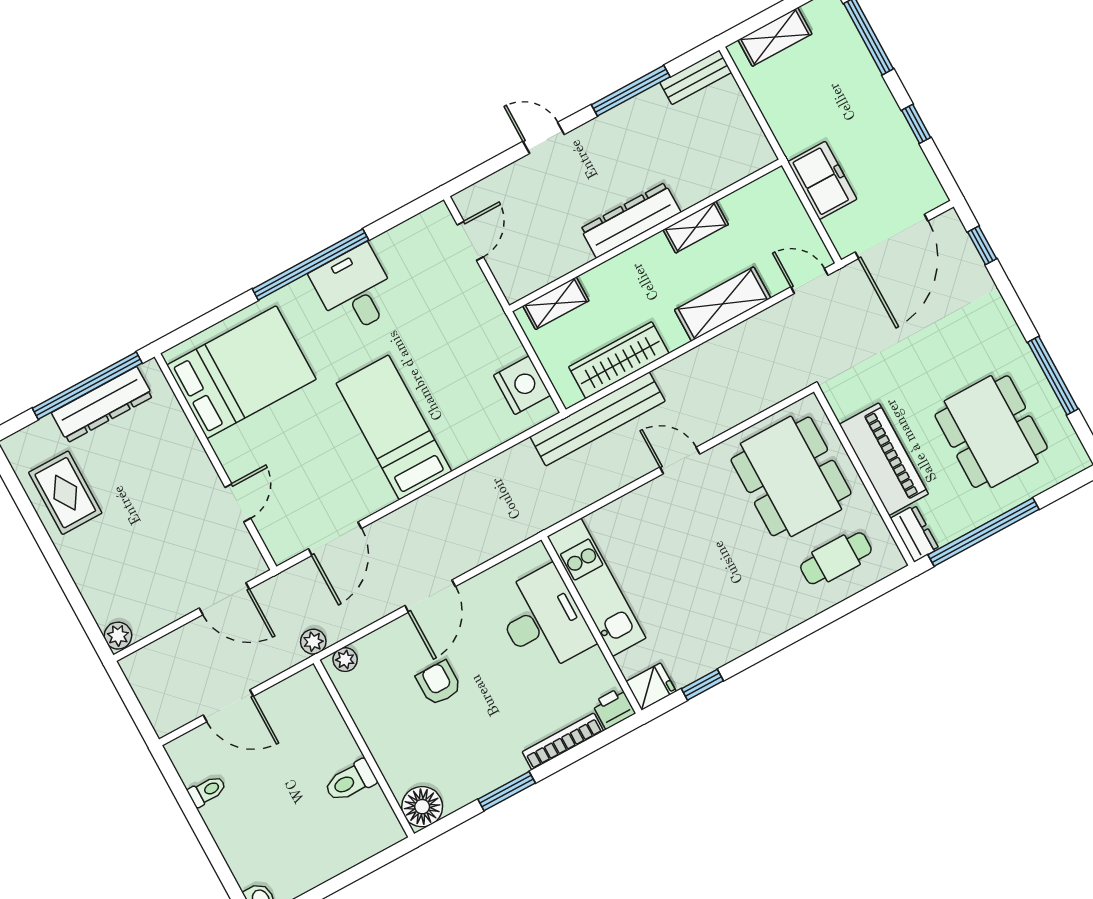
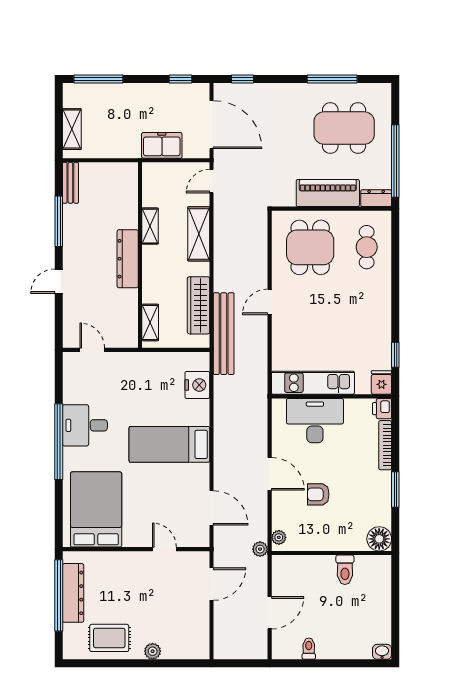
window: (916, 124) -> (181, 79), moved
nightstand: (522, 385) -> (197, 385), moved, turned 90
dining table: (791, 476) -> (310, 247), width x0.73
plant: (118, 636) -> (153, 651), moved

